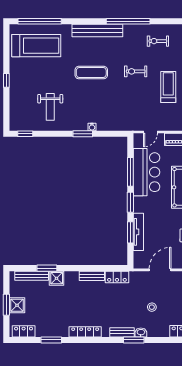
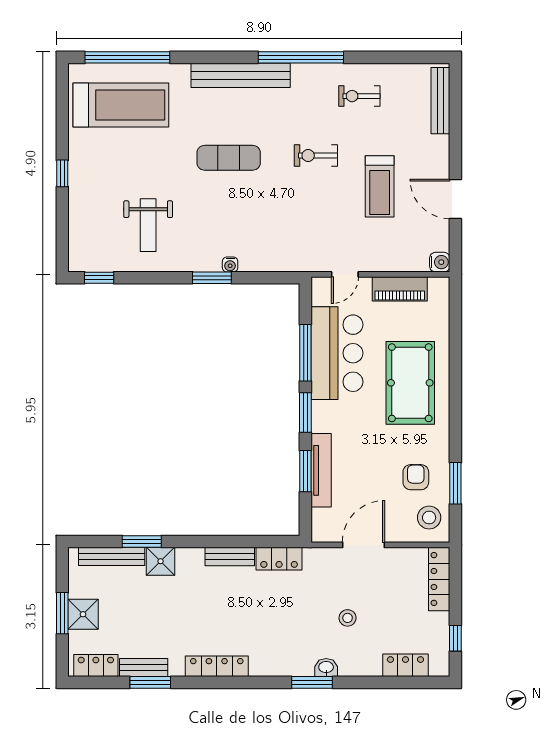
treadmill: (168, 87) -> (380, 186), turned 180
bench: (122, 332) -> (144, 668), moved

